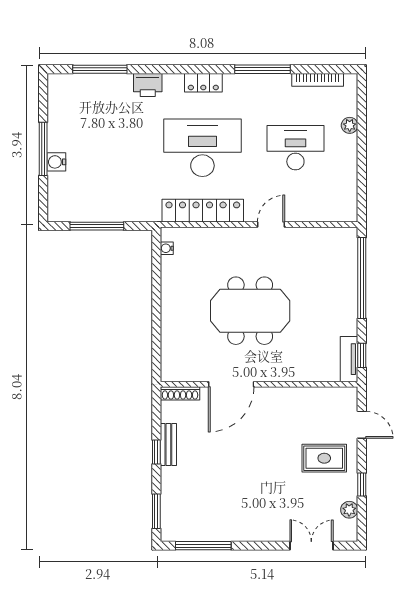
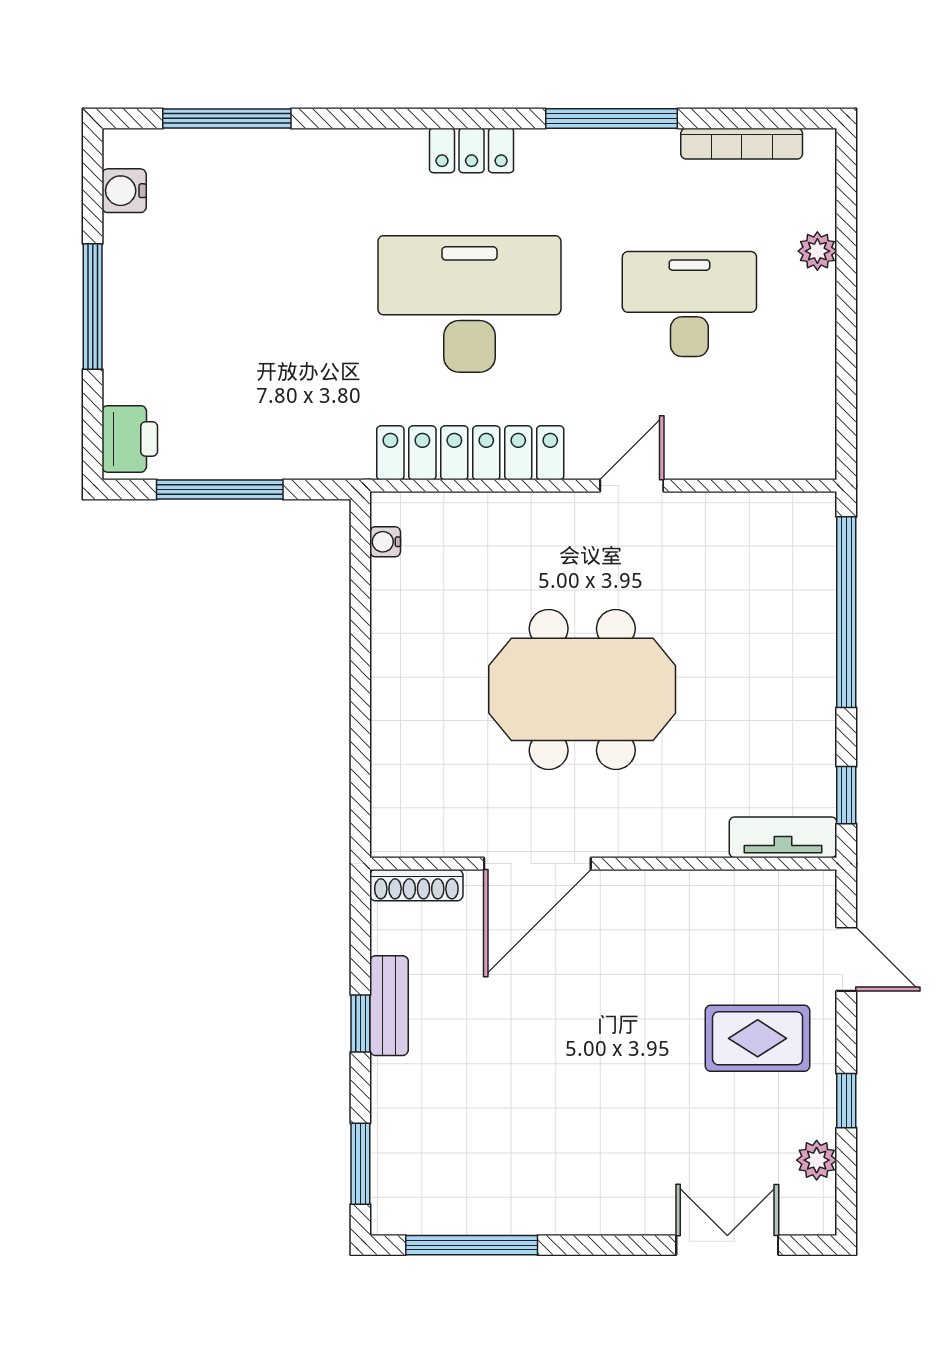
printer: (148, 85) -> (130, 439), moved, turned -90
water cooler: (56, 162) -> (124, 191), moved
tv unit: (349, 359) -> (783, 837), moved, turned 90

